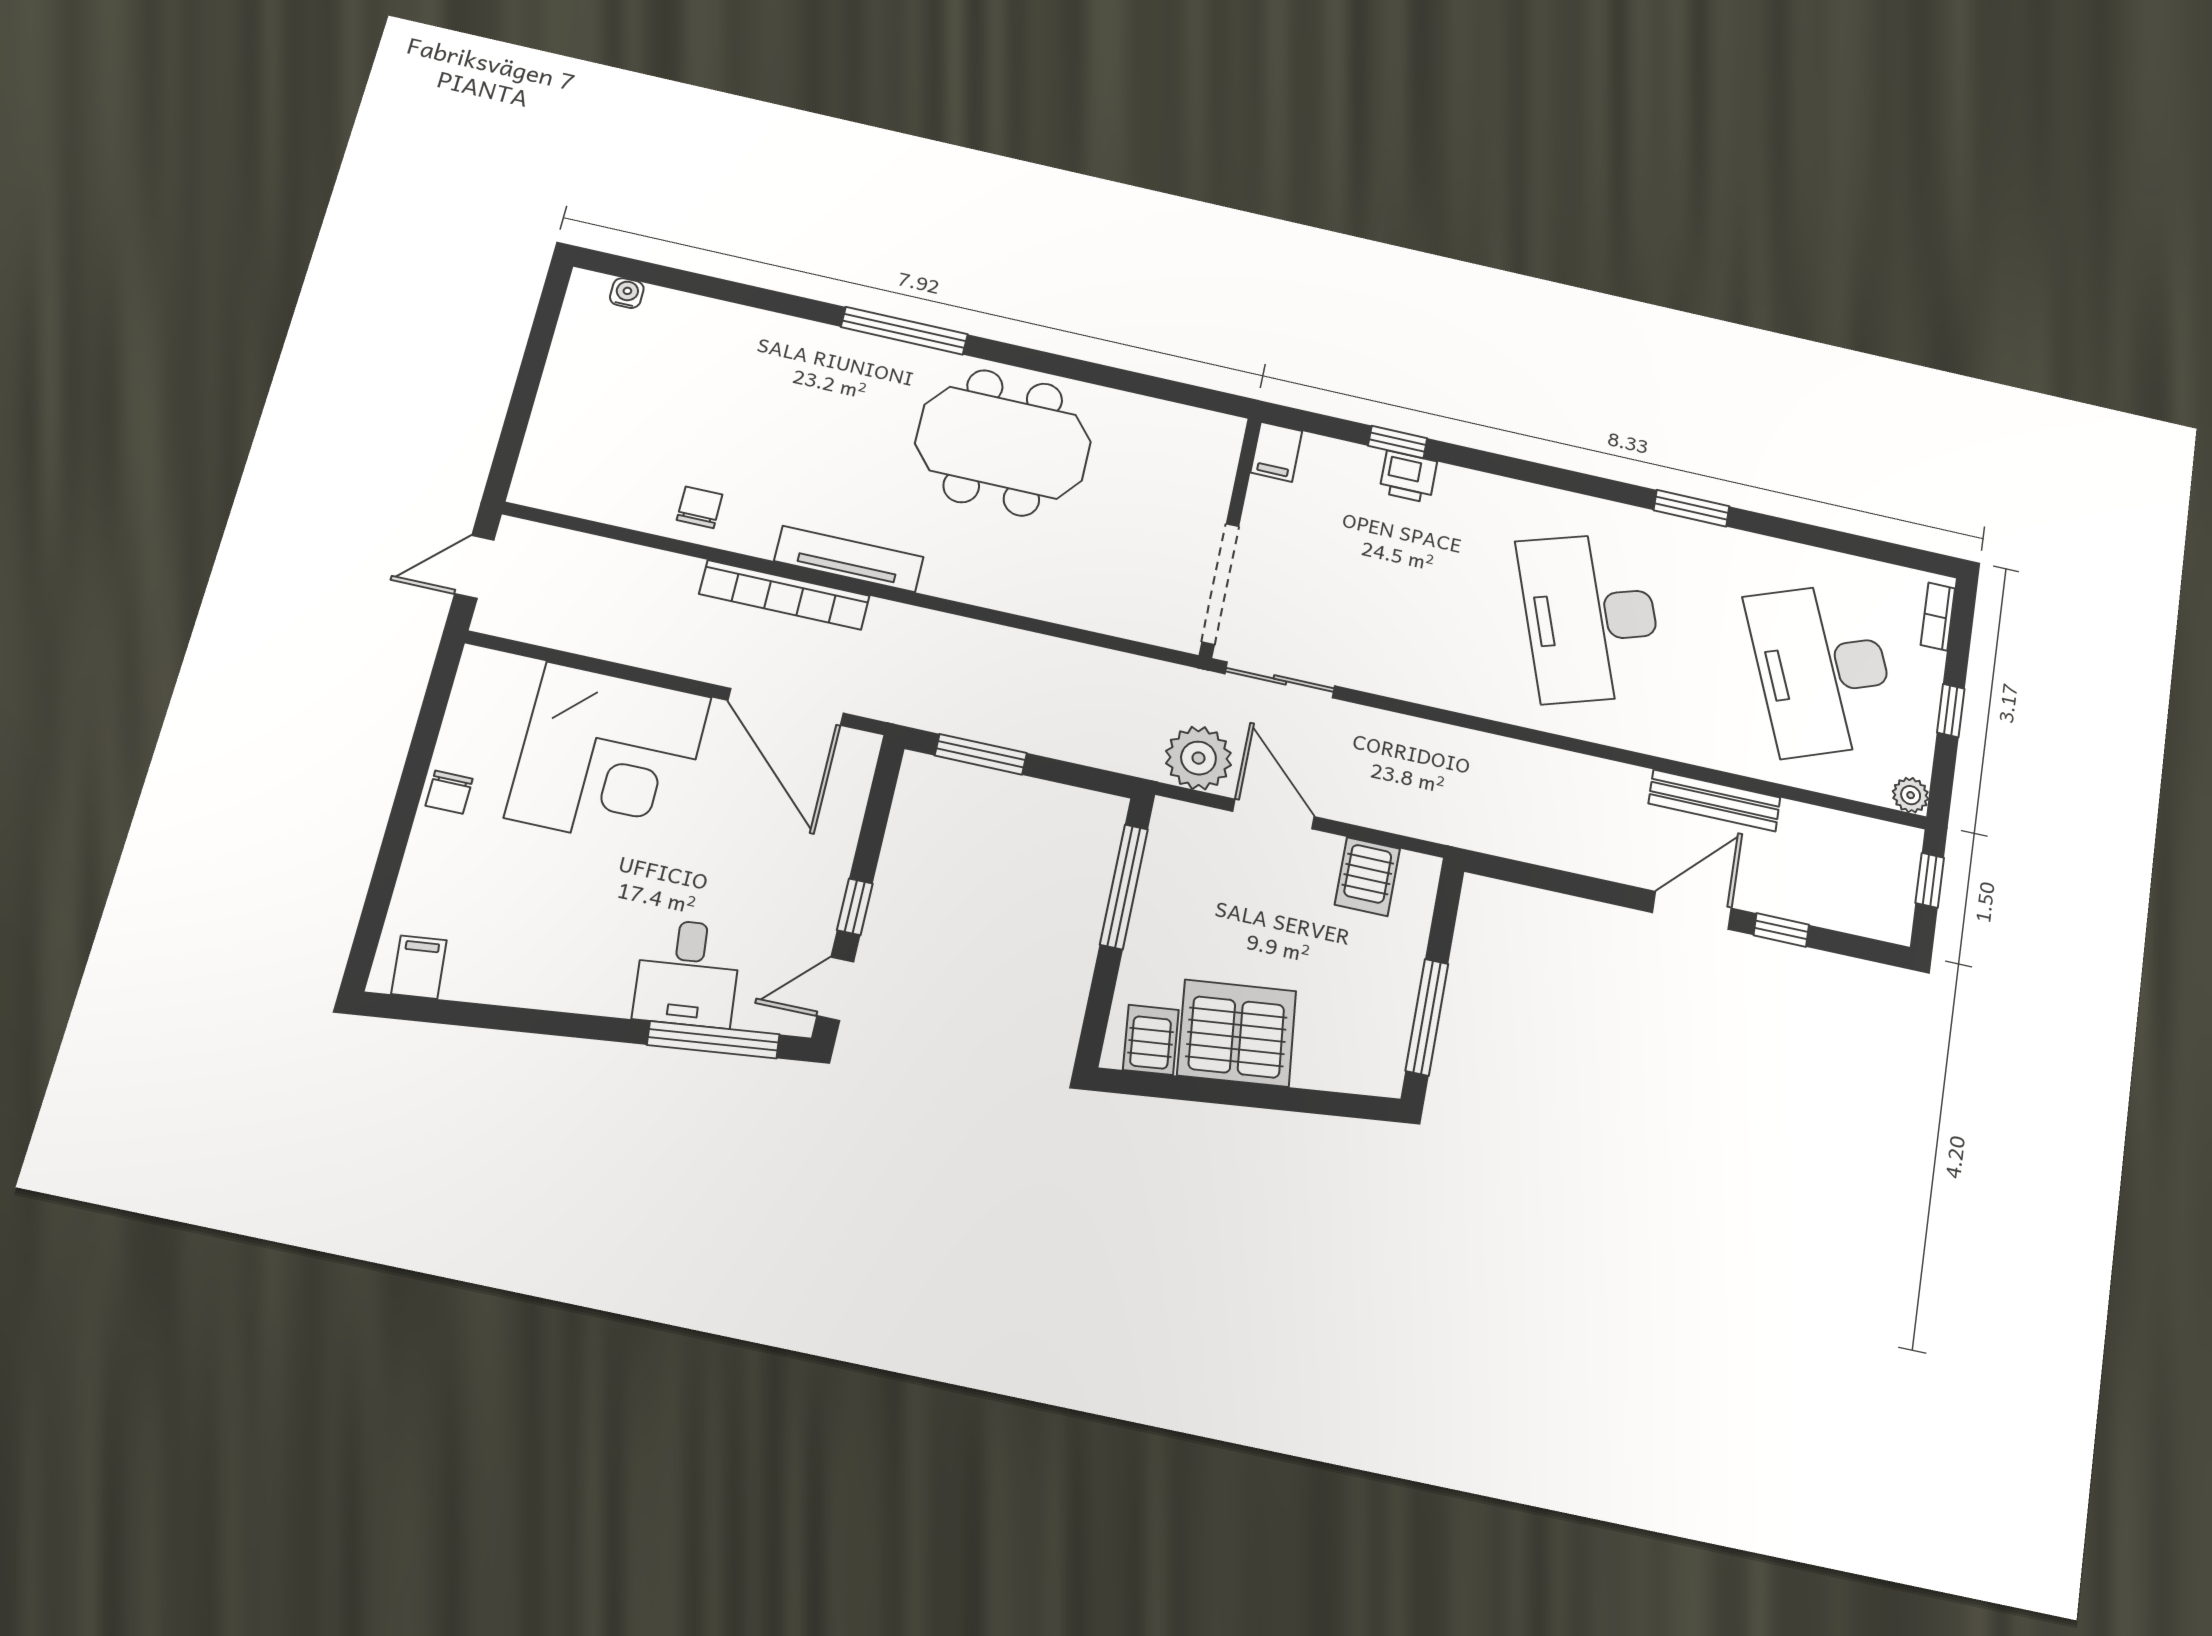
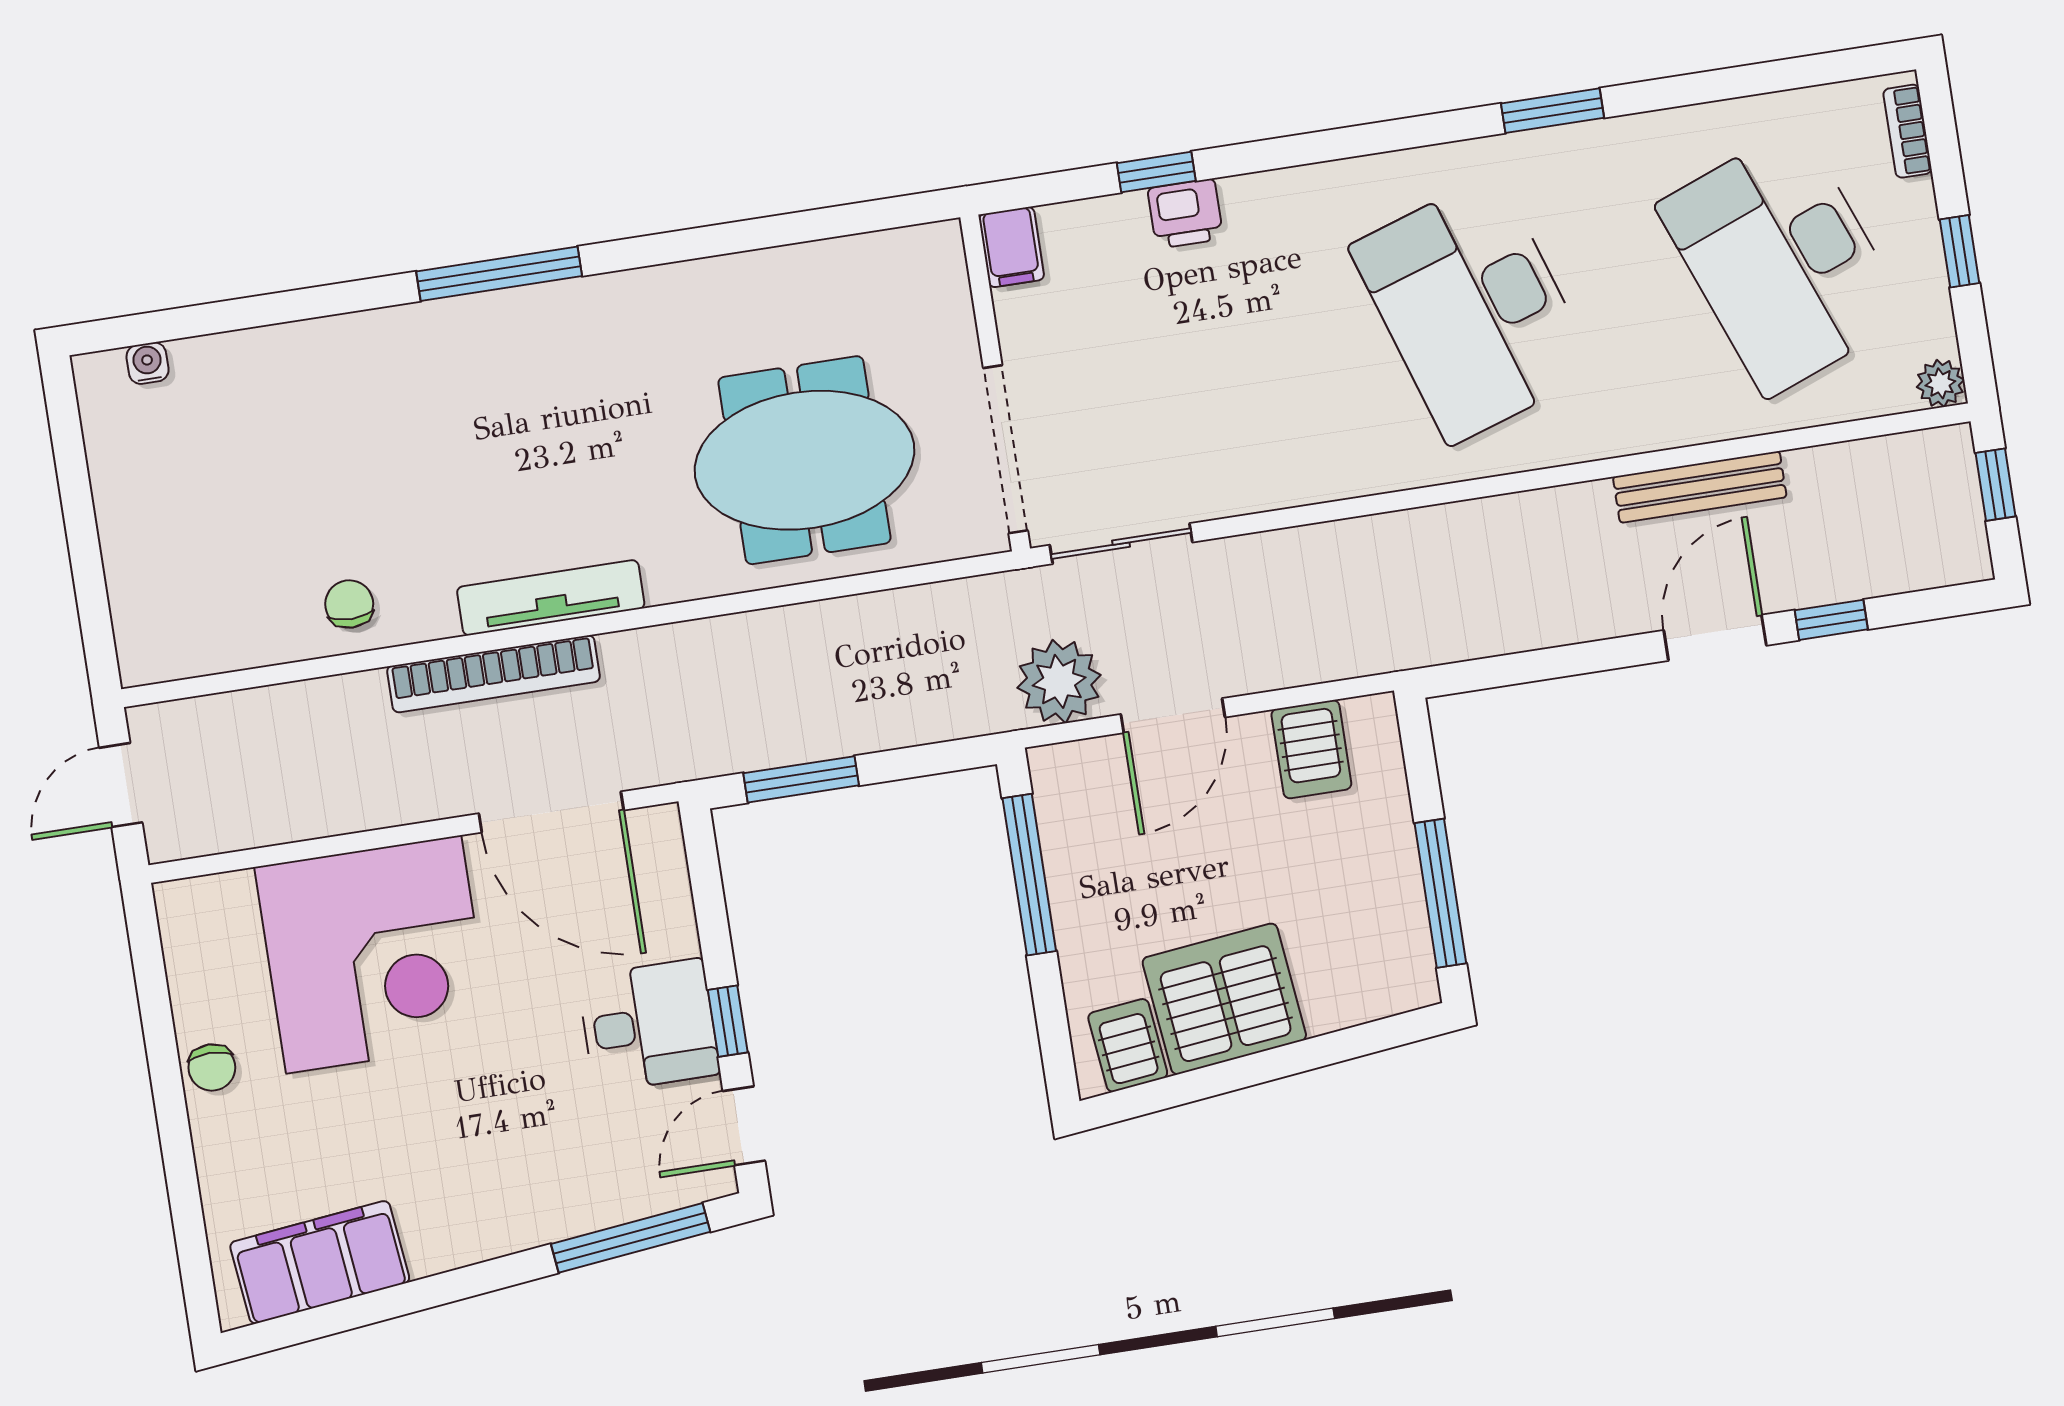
meeting table: (1003, 443) -> (804, 460), moved
door: (1273, 814) -> (1173, 716), swing flipped
filing cabinet: (419, 967) -> (320, 1262), width x3.00, depth x1.17
desk: (687, 973) -> (649, 1025), moved, turned -84

